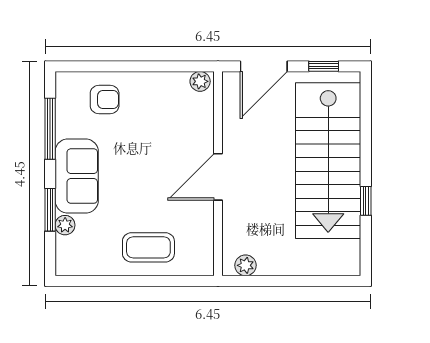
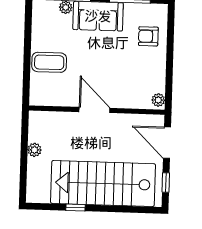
armchair: (105, 100) -> (148, 36), turned 90
coffee table: (148, 247) -> (49, 62), turned 90
plant: (246, 265) -> (34, 150), moved

